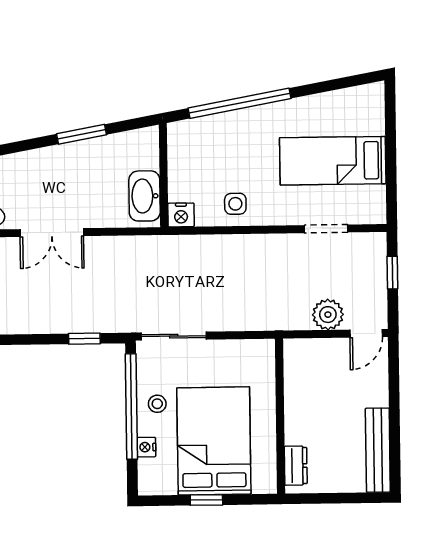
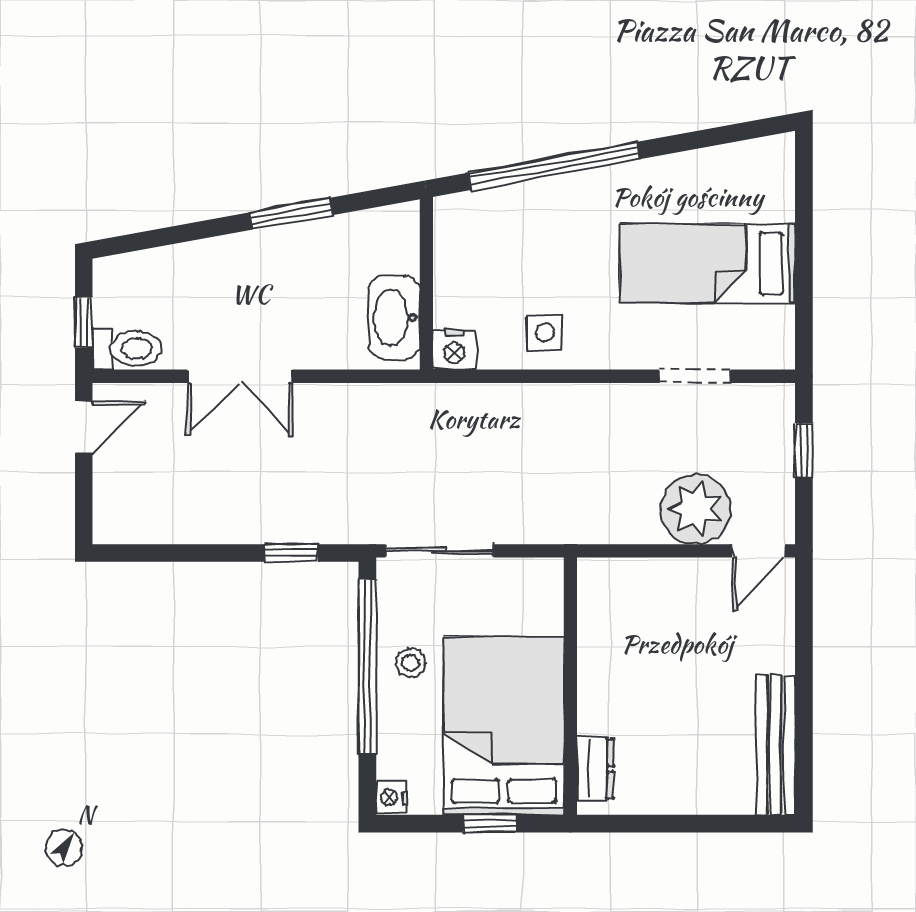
plant: (328, 315) -> (696, 509), width x1.36, depth x1.36
wall: (280, 416) -> (570, 686), moved
nightstand: (146, 447) -> (392, 798), moved
dresser: (296, 466) -> (595, 769), moved

